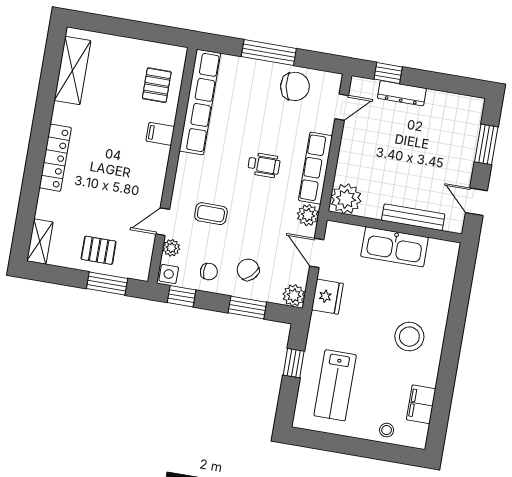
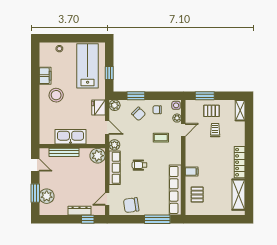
window: (269, 53) -> (157, 219), moved
plant: (464, 134) -> (47, 196), added
locker: (55, 158) -> (240, 162), moved
trolley: (98, 210) -> (215, 130), added
window: (182, 296) -> (168, 96), removed
lab bench: (335, 385) -> (88, 66), width x1.36, depth x1.39
filing cabinet: (421, 404) -> (45, 76), moved

